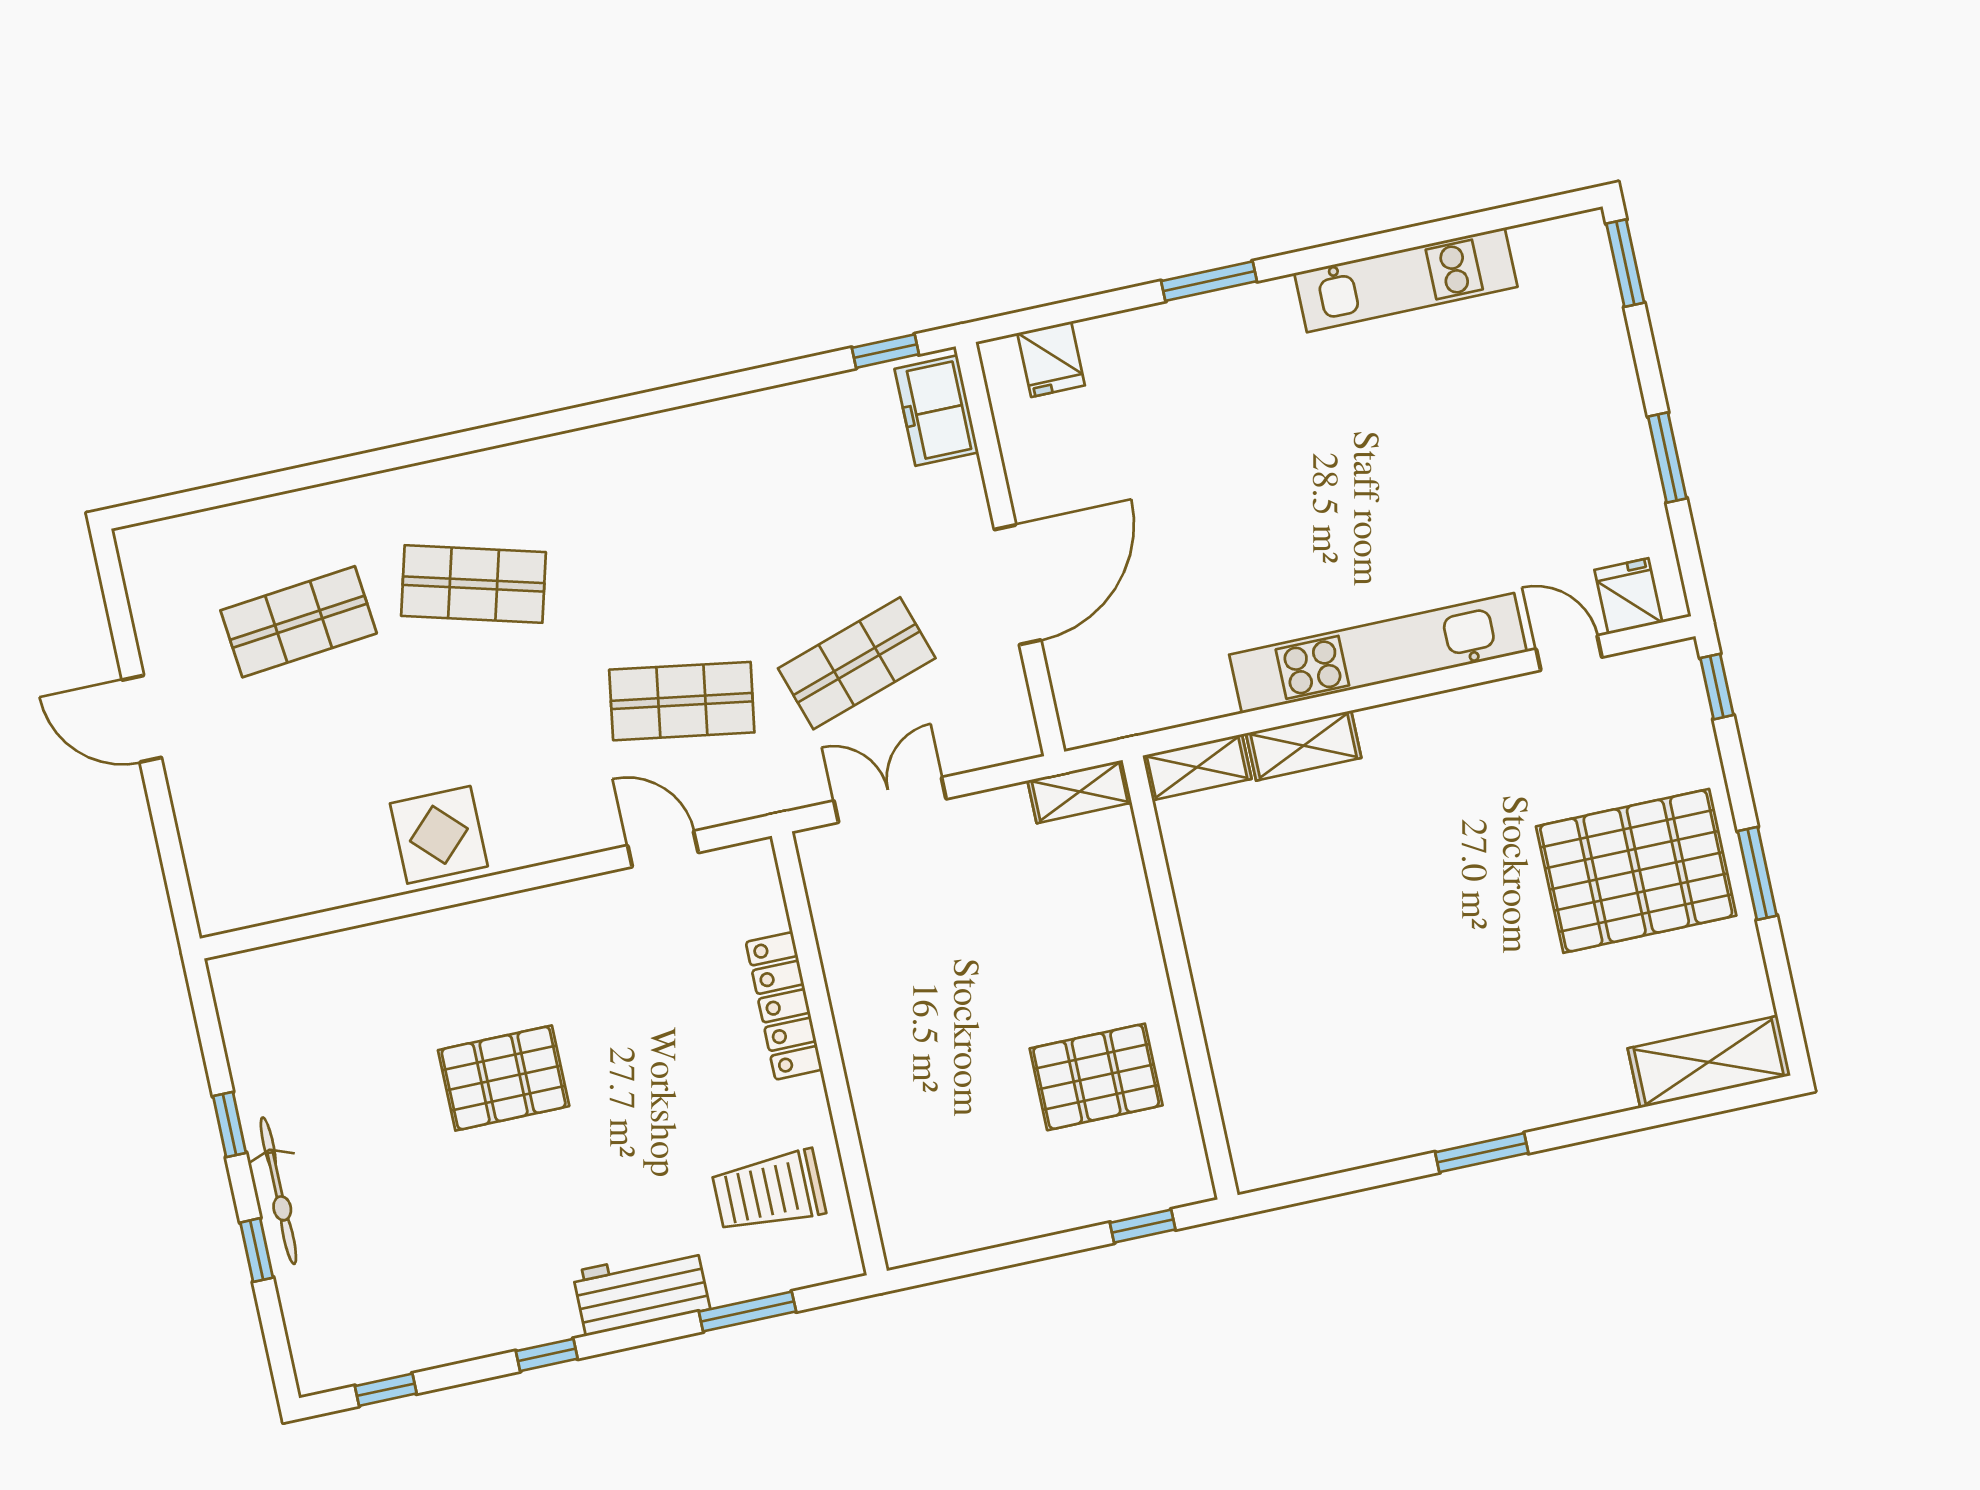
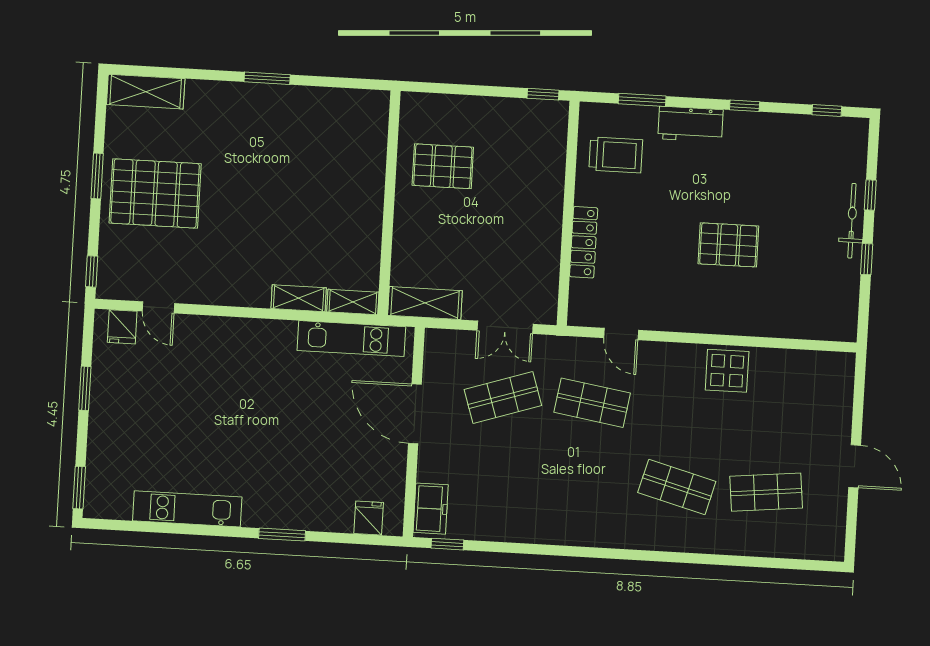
door: (1018, 585) -> (415, 414), hinge flipped
kitchen unit: (1378, 653) -> (351, 339), moved, width x0.73
shelving: (1080, 792) -> (425, 303), width x1.50, depth x1.33
window: (1143, 1226) -> (543, 94), moved

